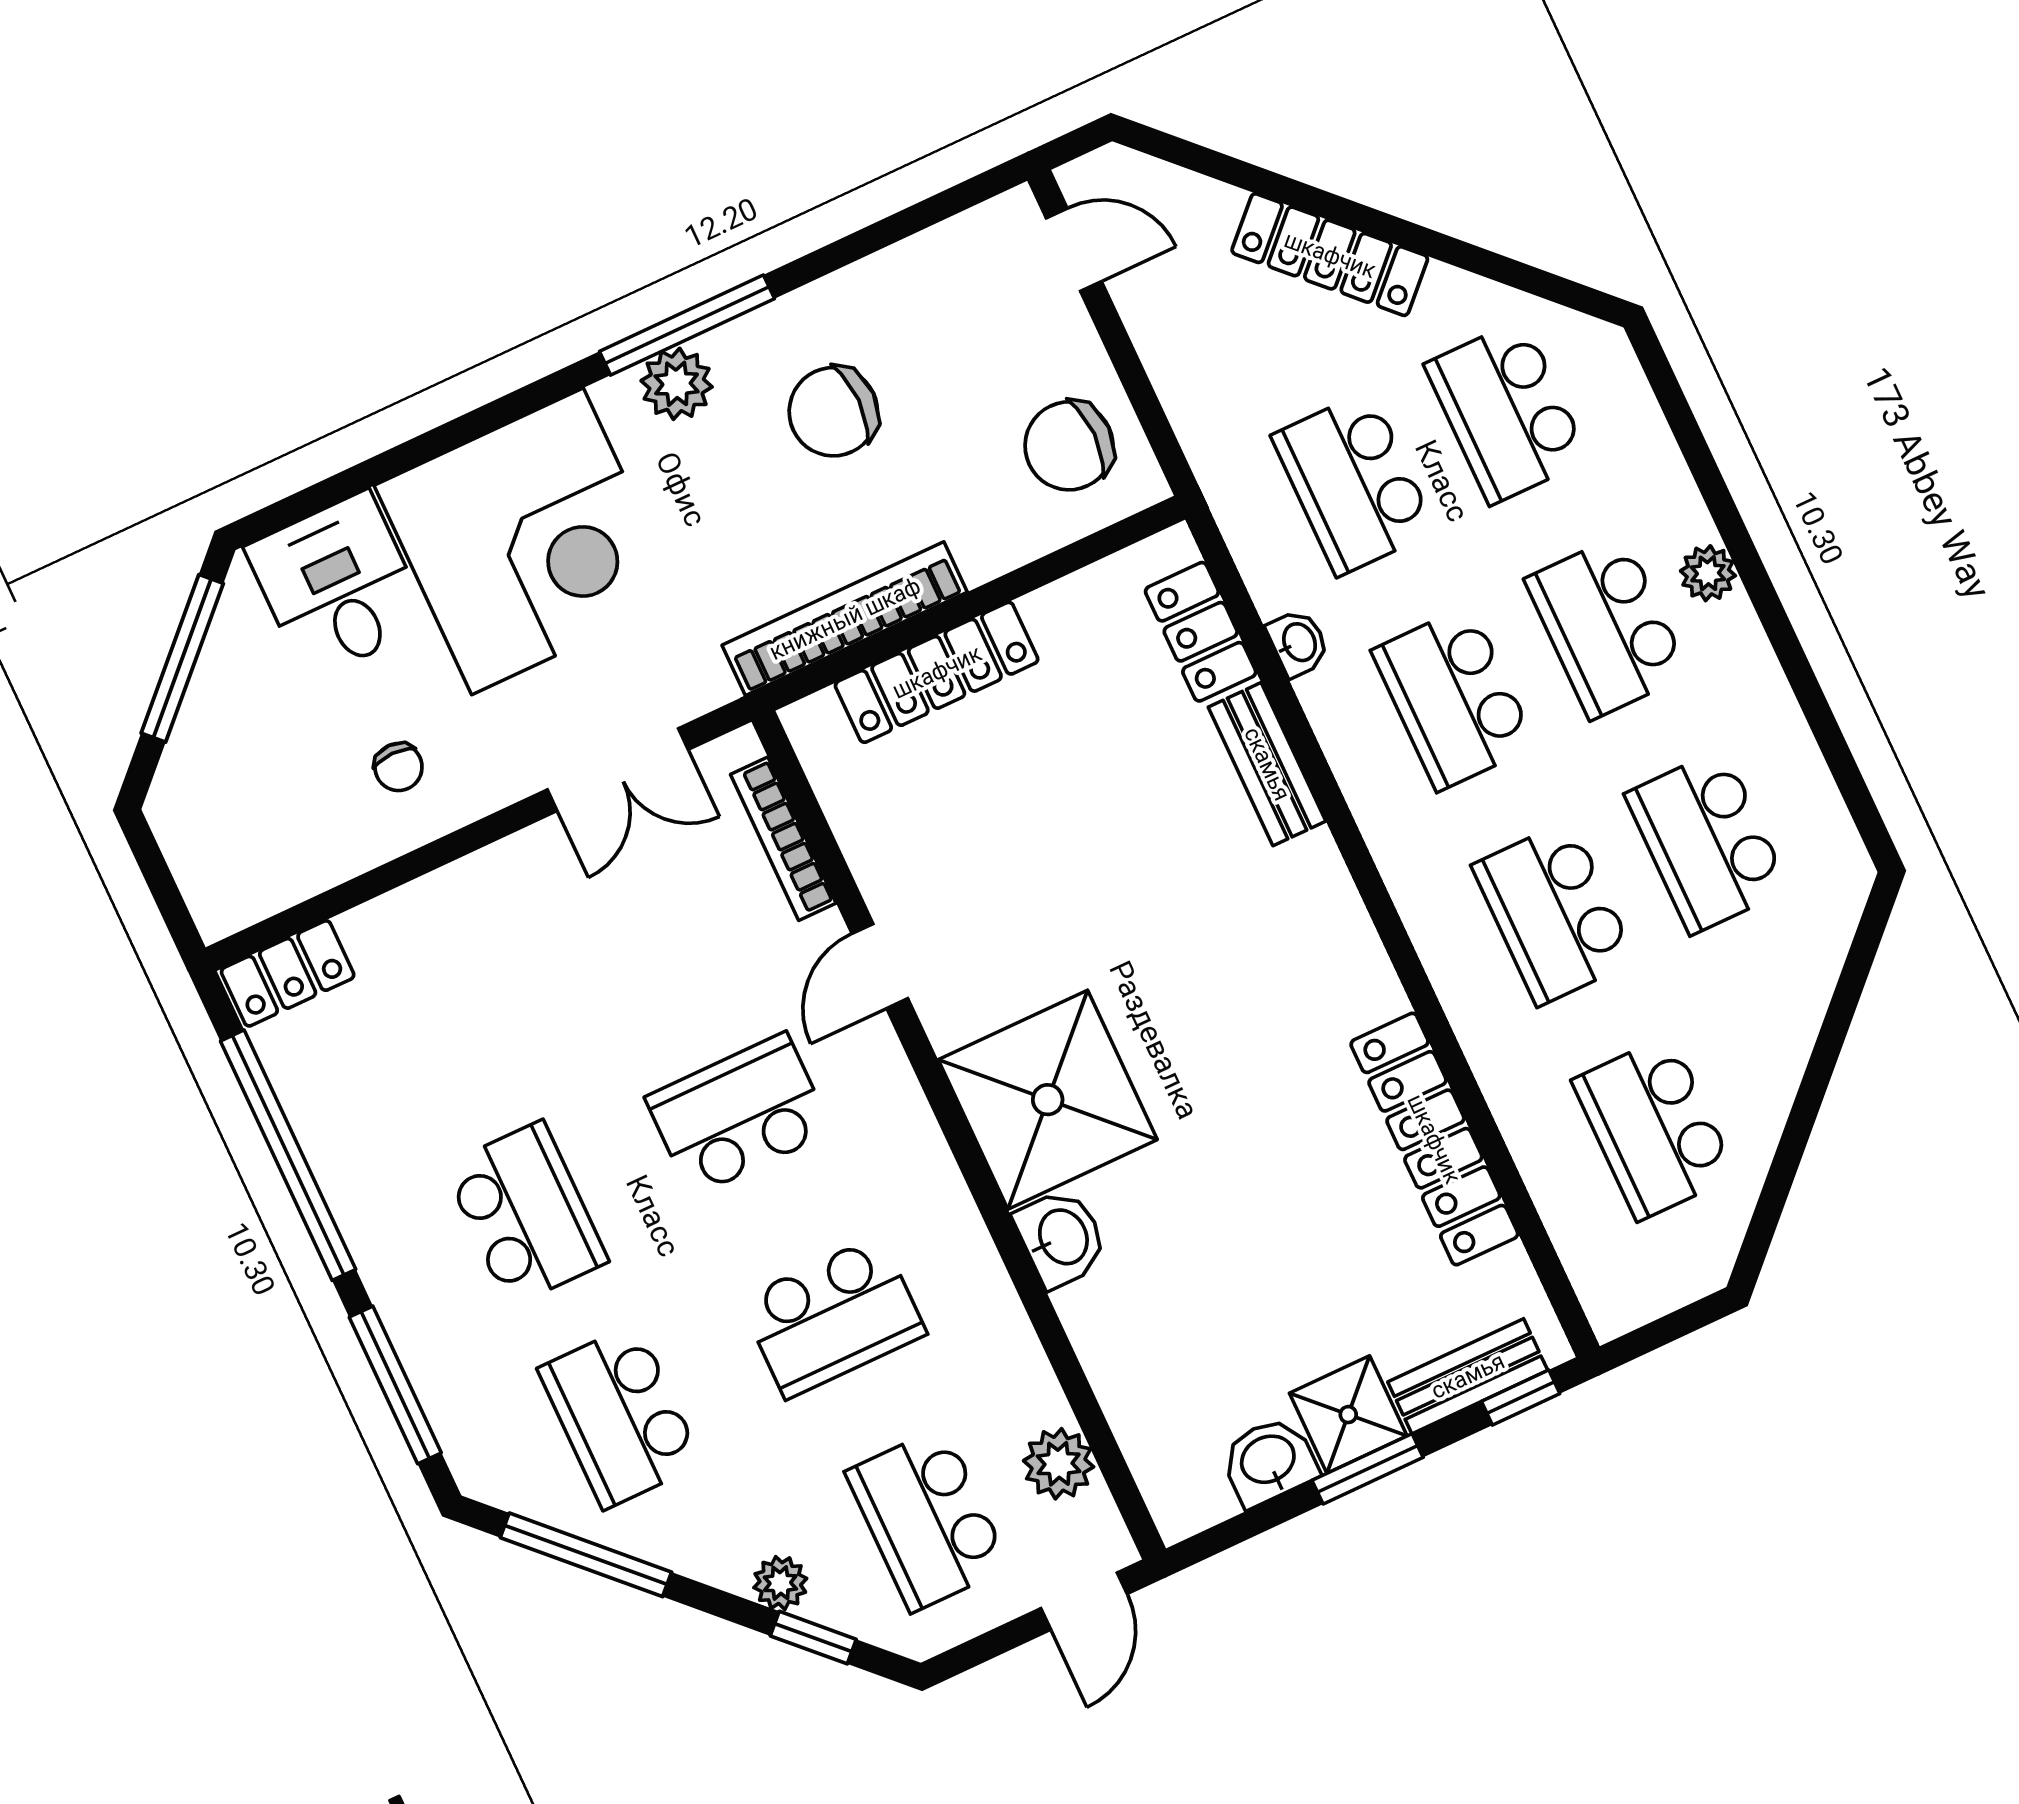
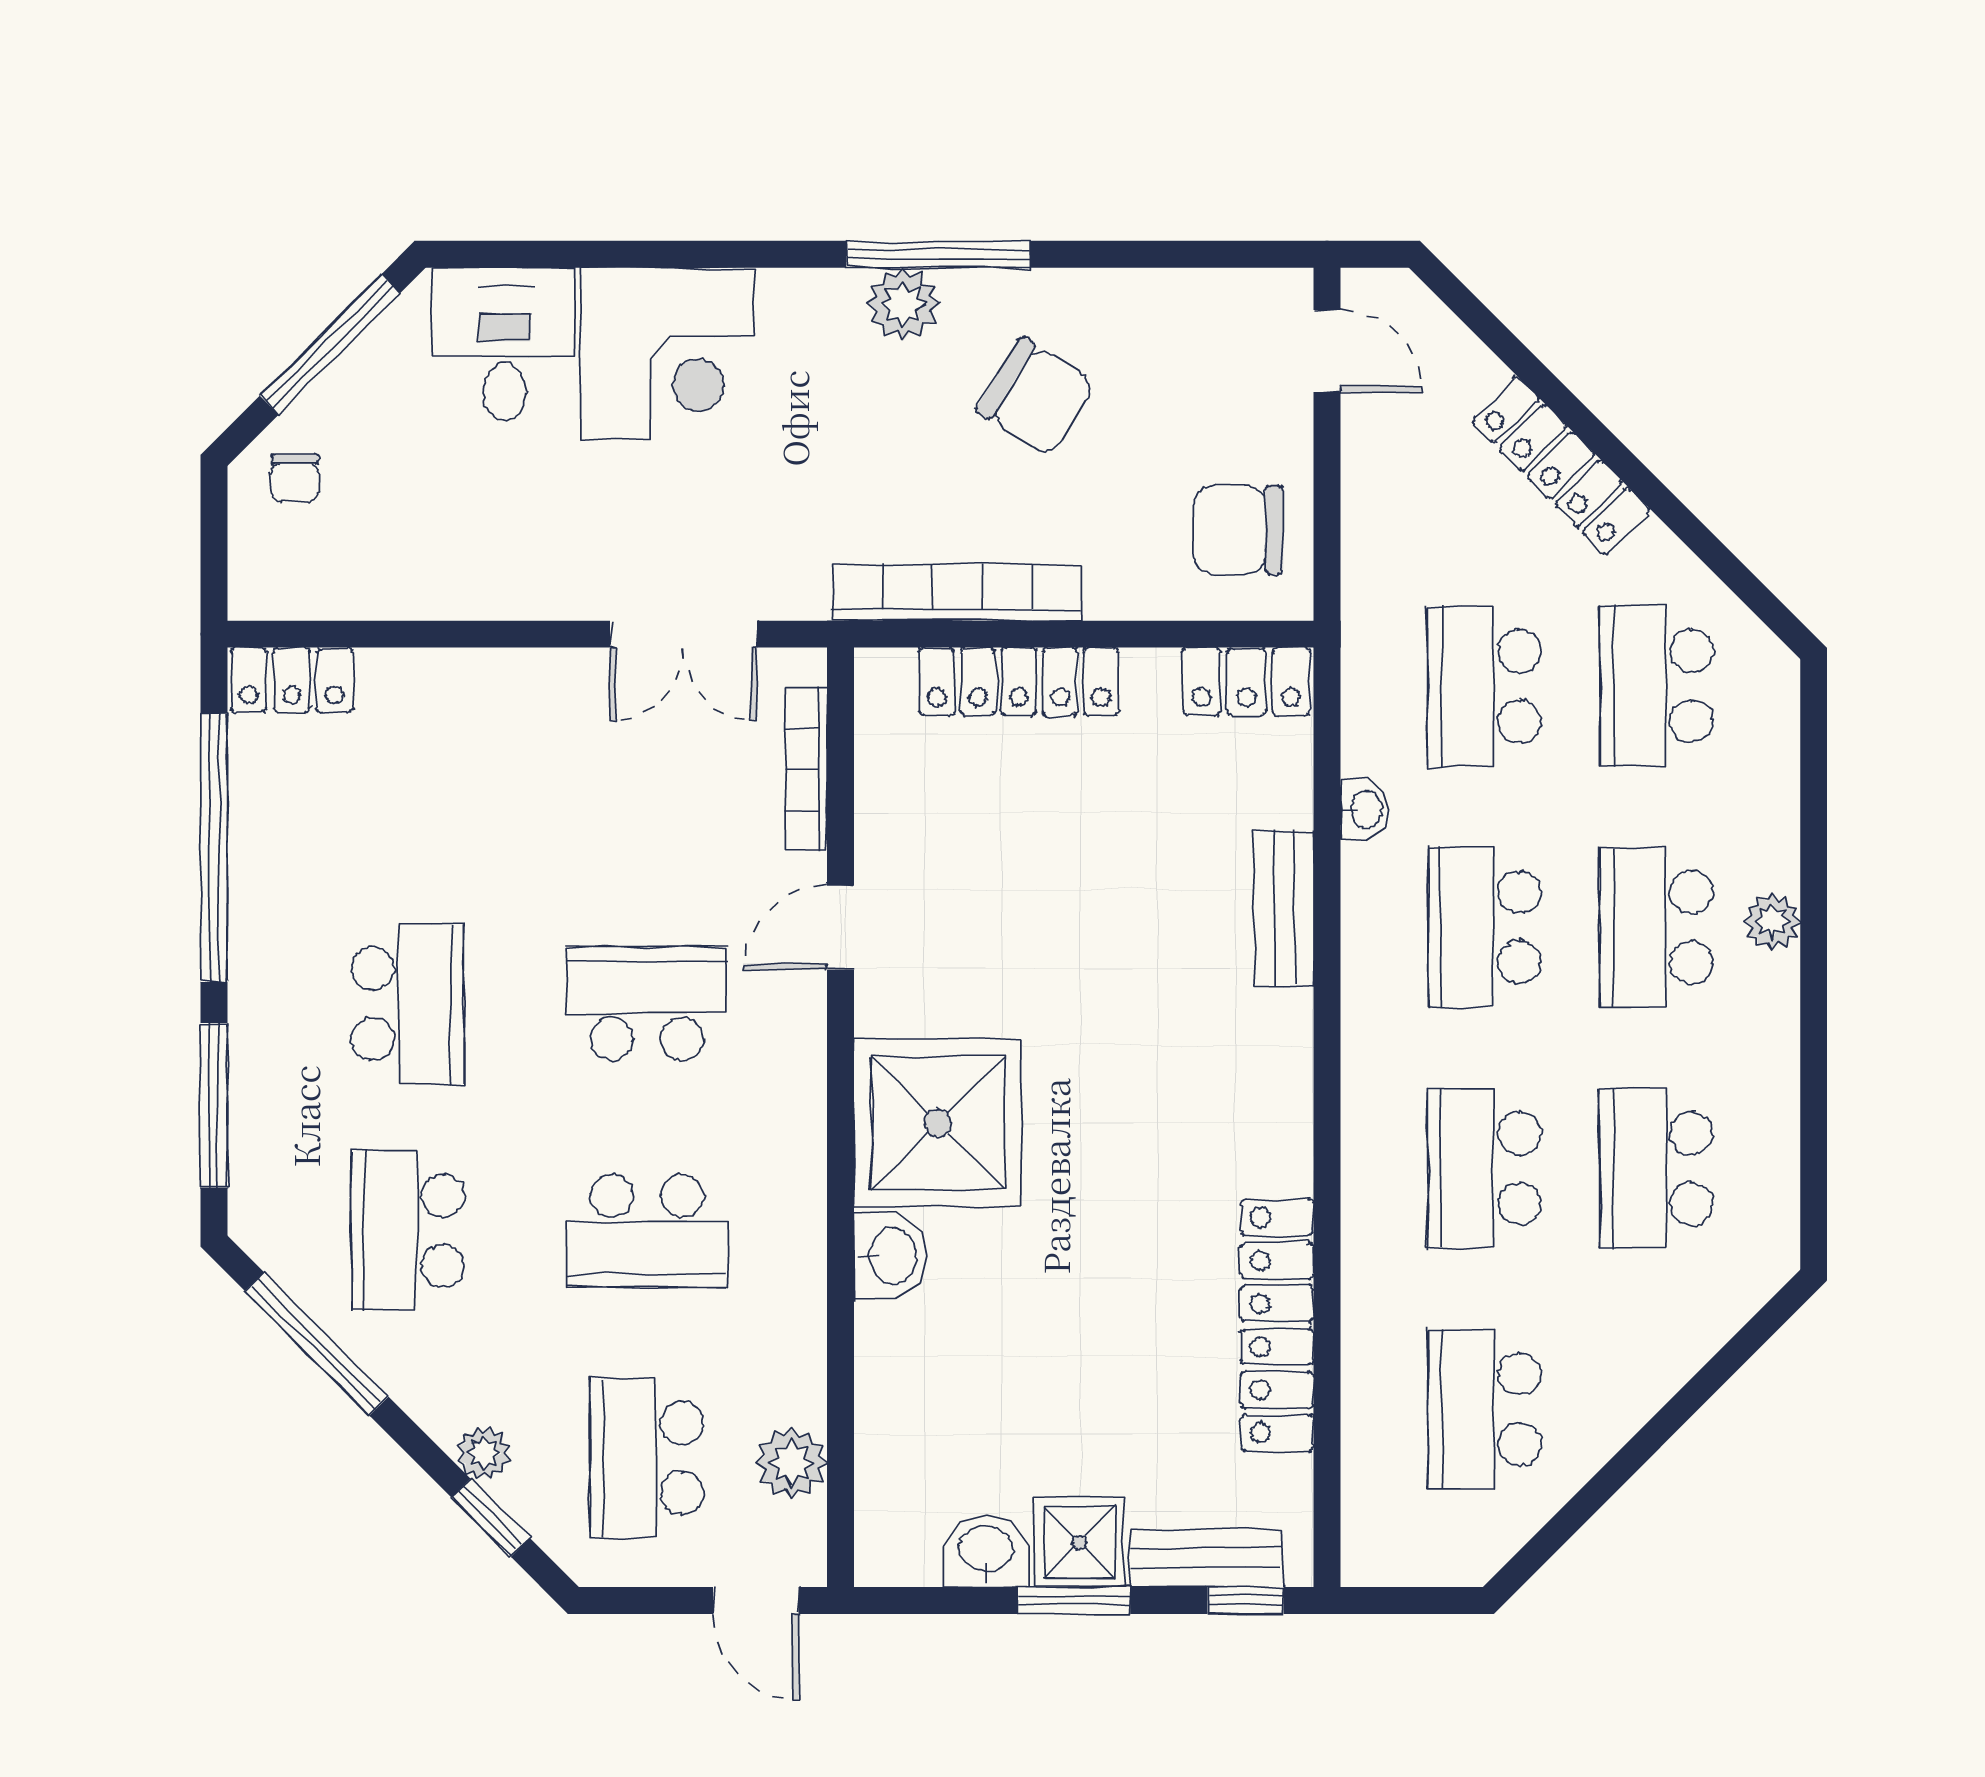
chair: (833, 412) -> (1036, 397), turned -148
corner desk: (527, 541) -> (667, 354), width x0.74, depth x0.74
locker: (1201, 632) -> (1246, 681), moved, turned -90
chair: (398, 767) -> (294, 478), moved
door: (1084, 1601) -> (756, 1600), hinge flipped

